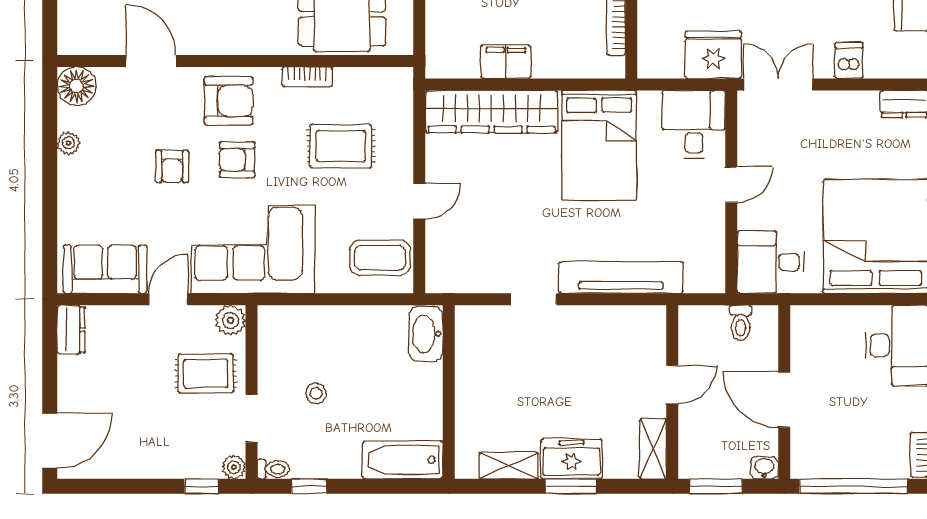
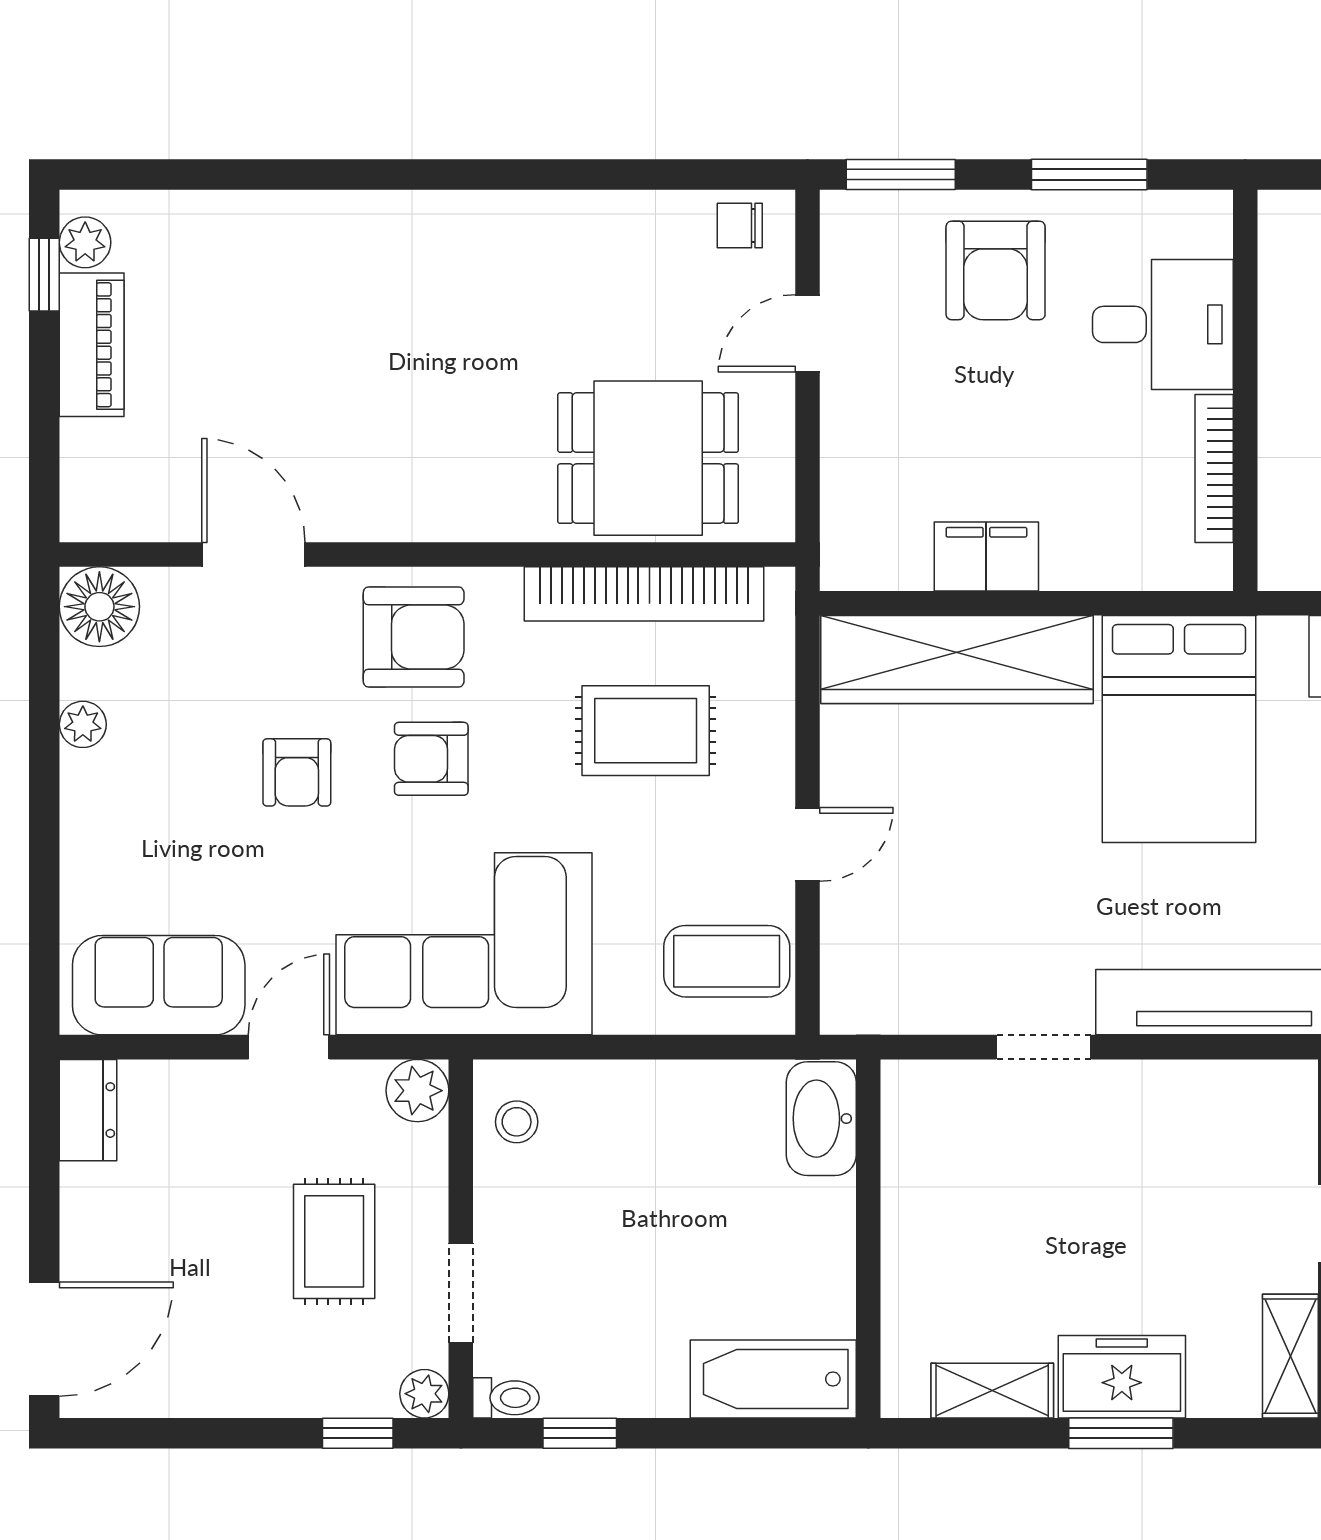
bookcase: (307, 77) -> (644, 594), width x2.31, depth x1.31
rug: (206, 373) -> (334, 1241), moved, turned 90
stool: (316, 393) -> (517, 1122), moved

